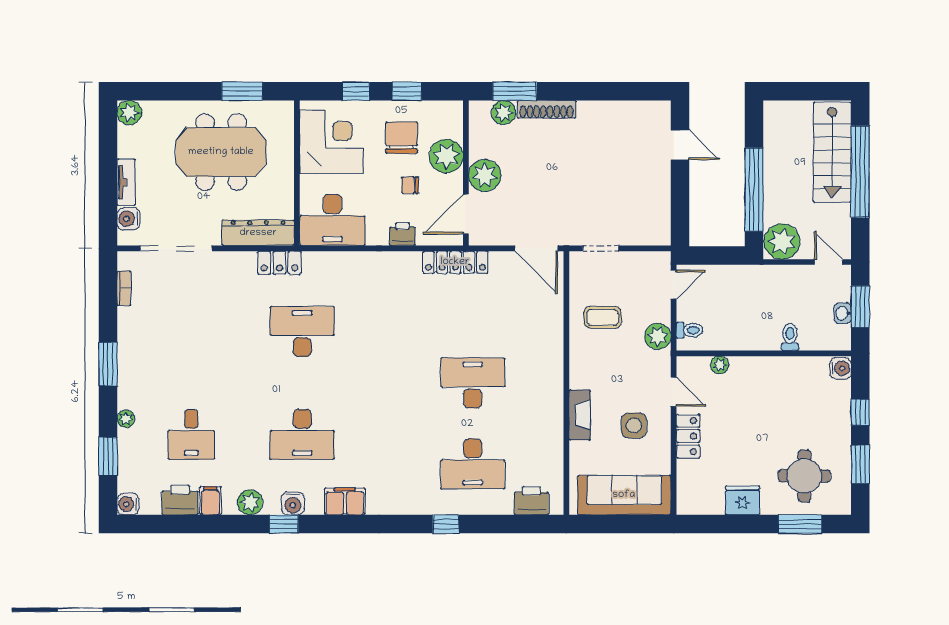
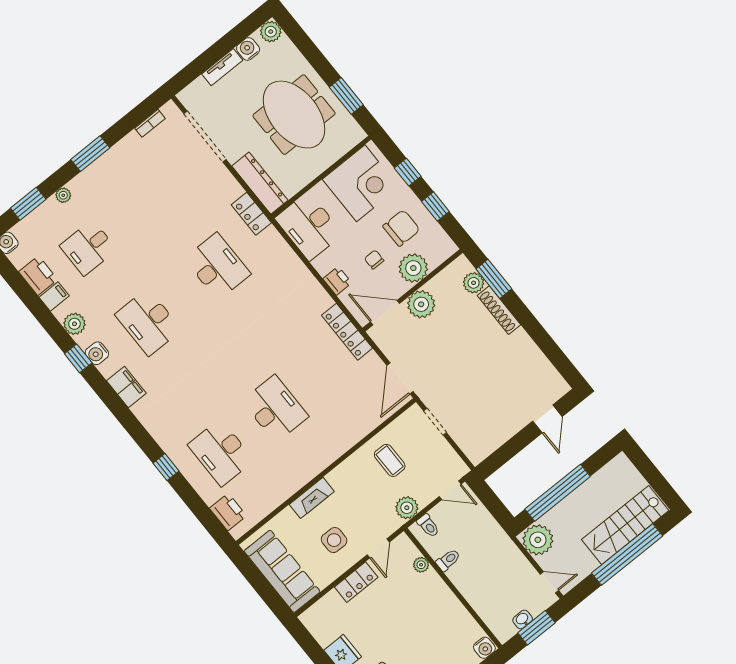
water cooler: (128, 219) -> (248, 49), moved
door: (829, 262) -> (549, 582), hinge flipped
toilet: (790, 337) -> (448, 560), moved

